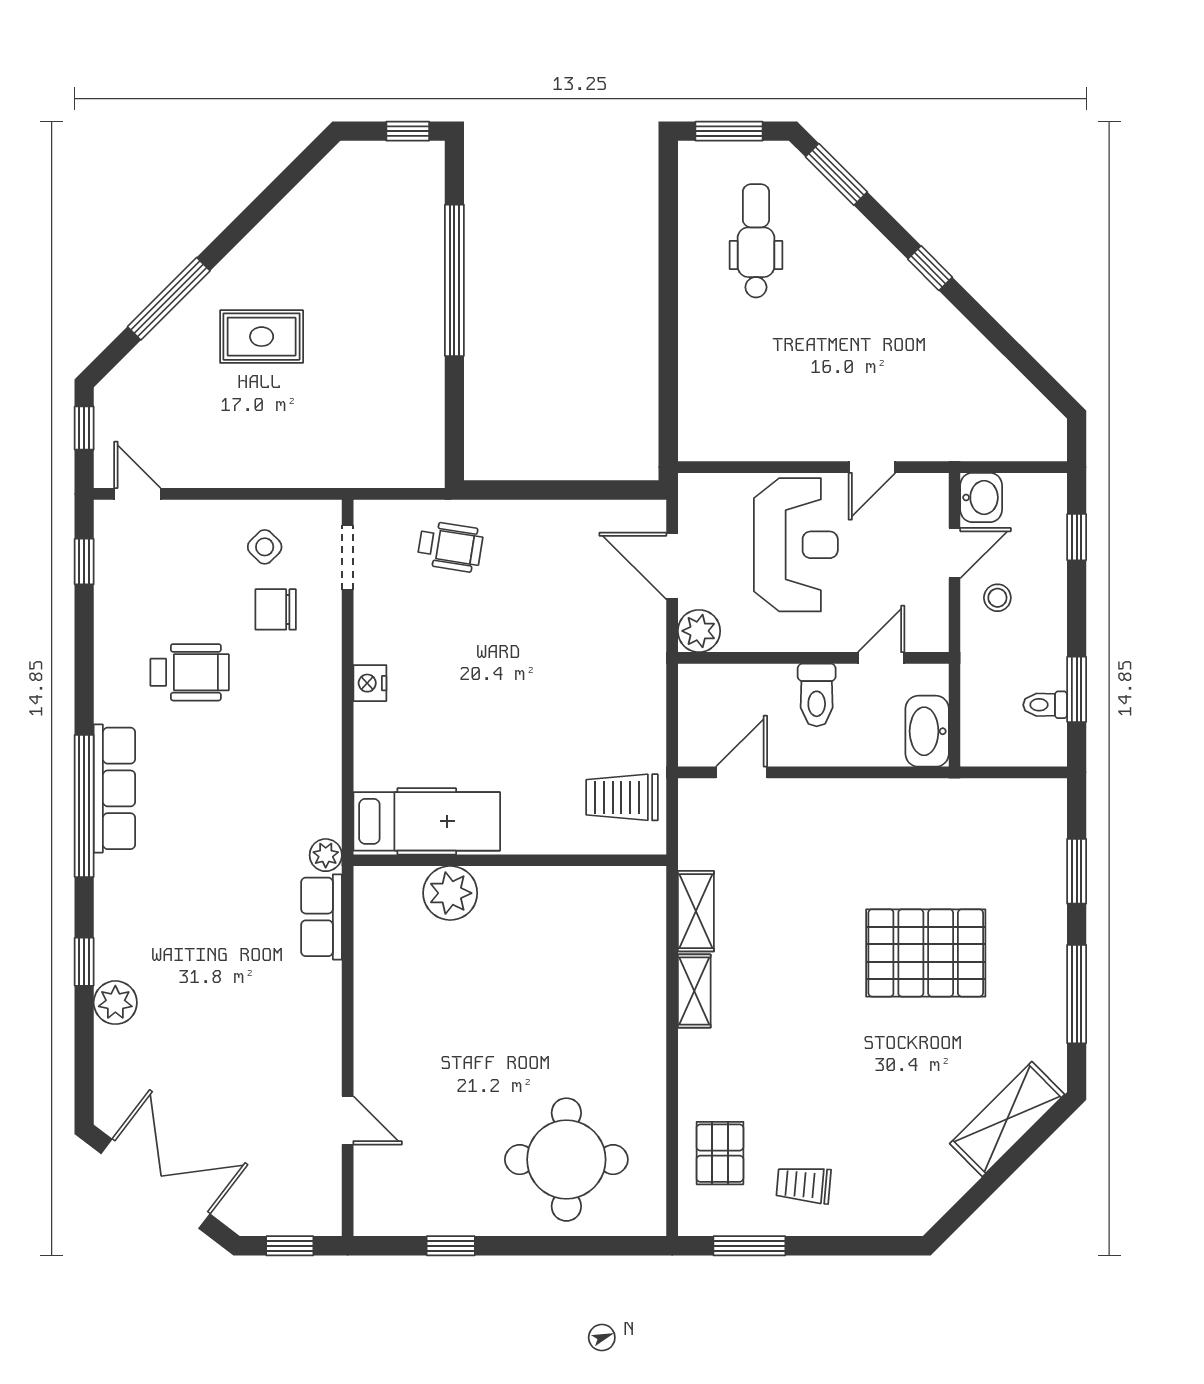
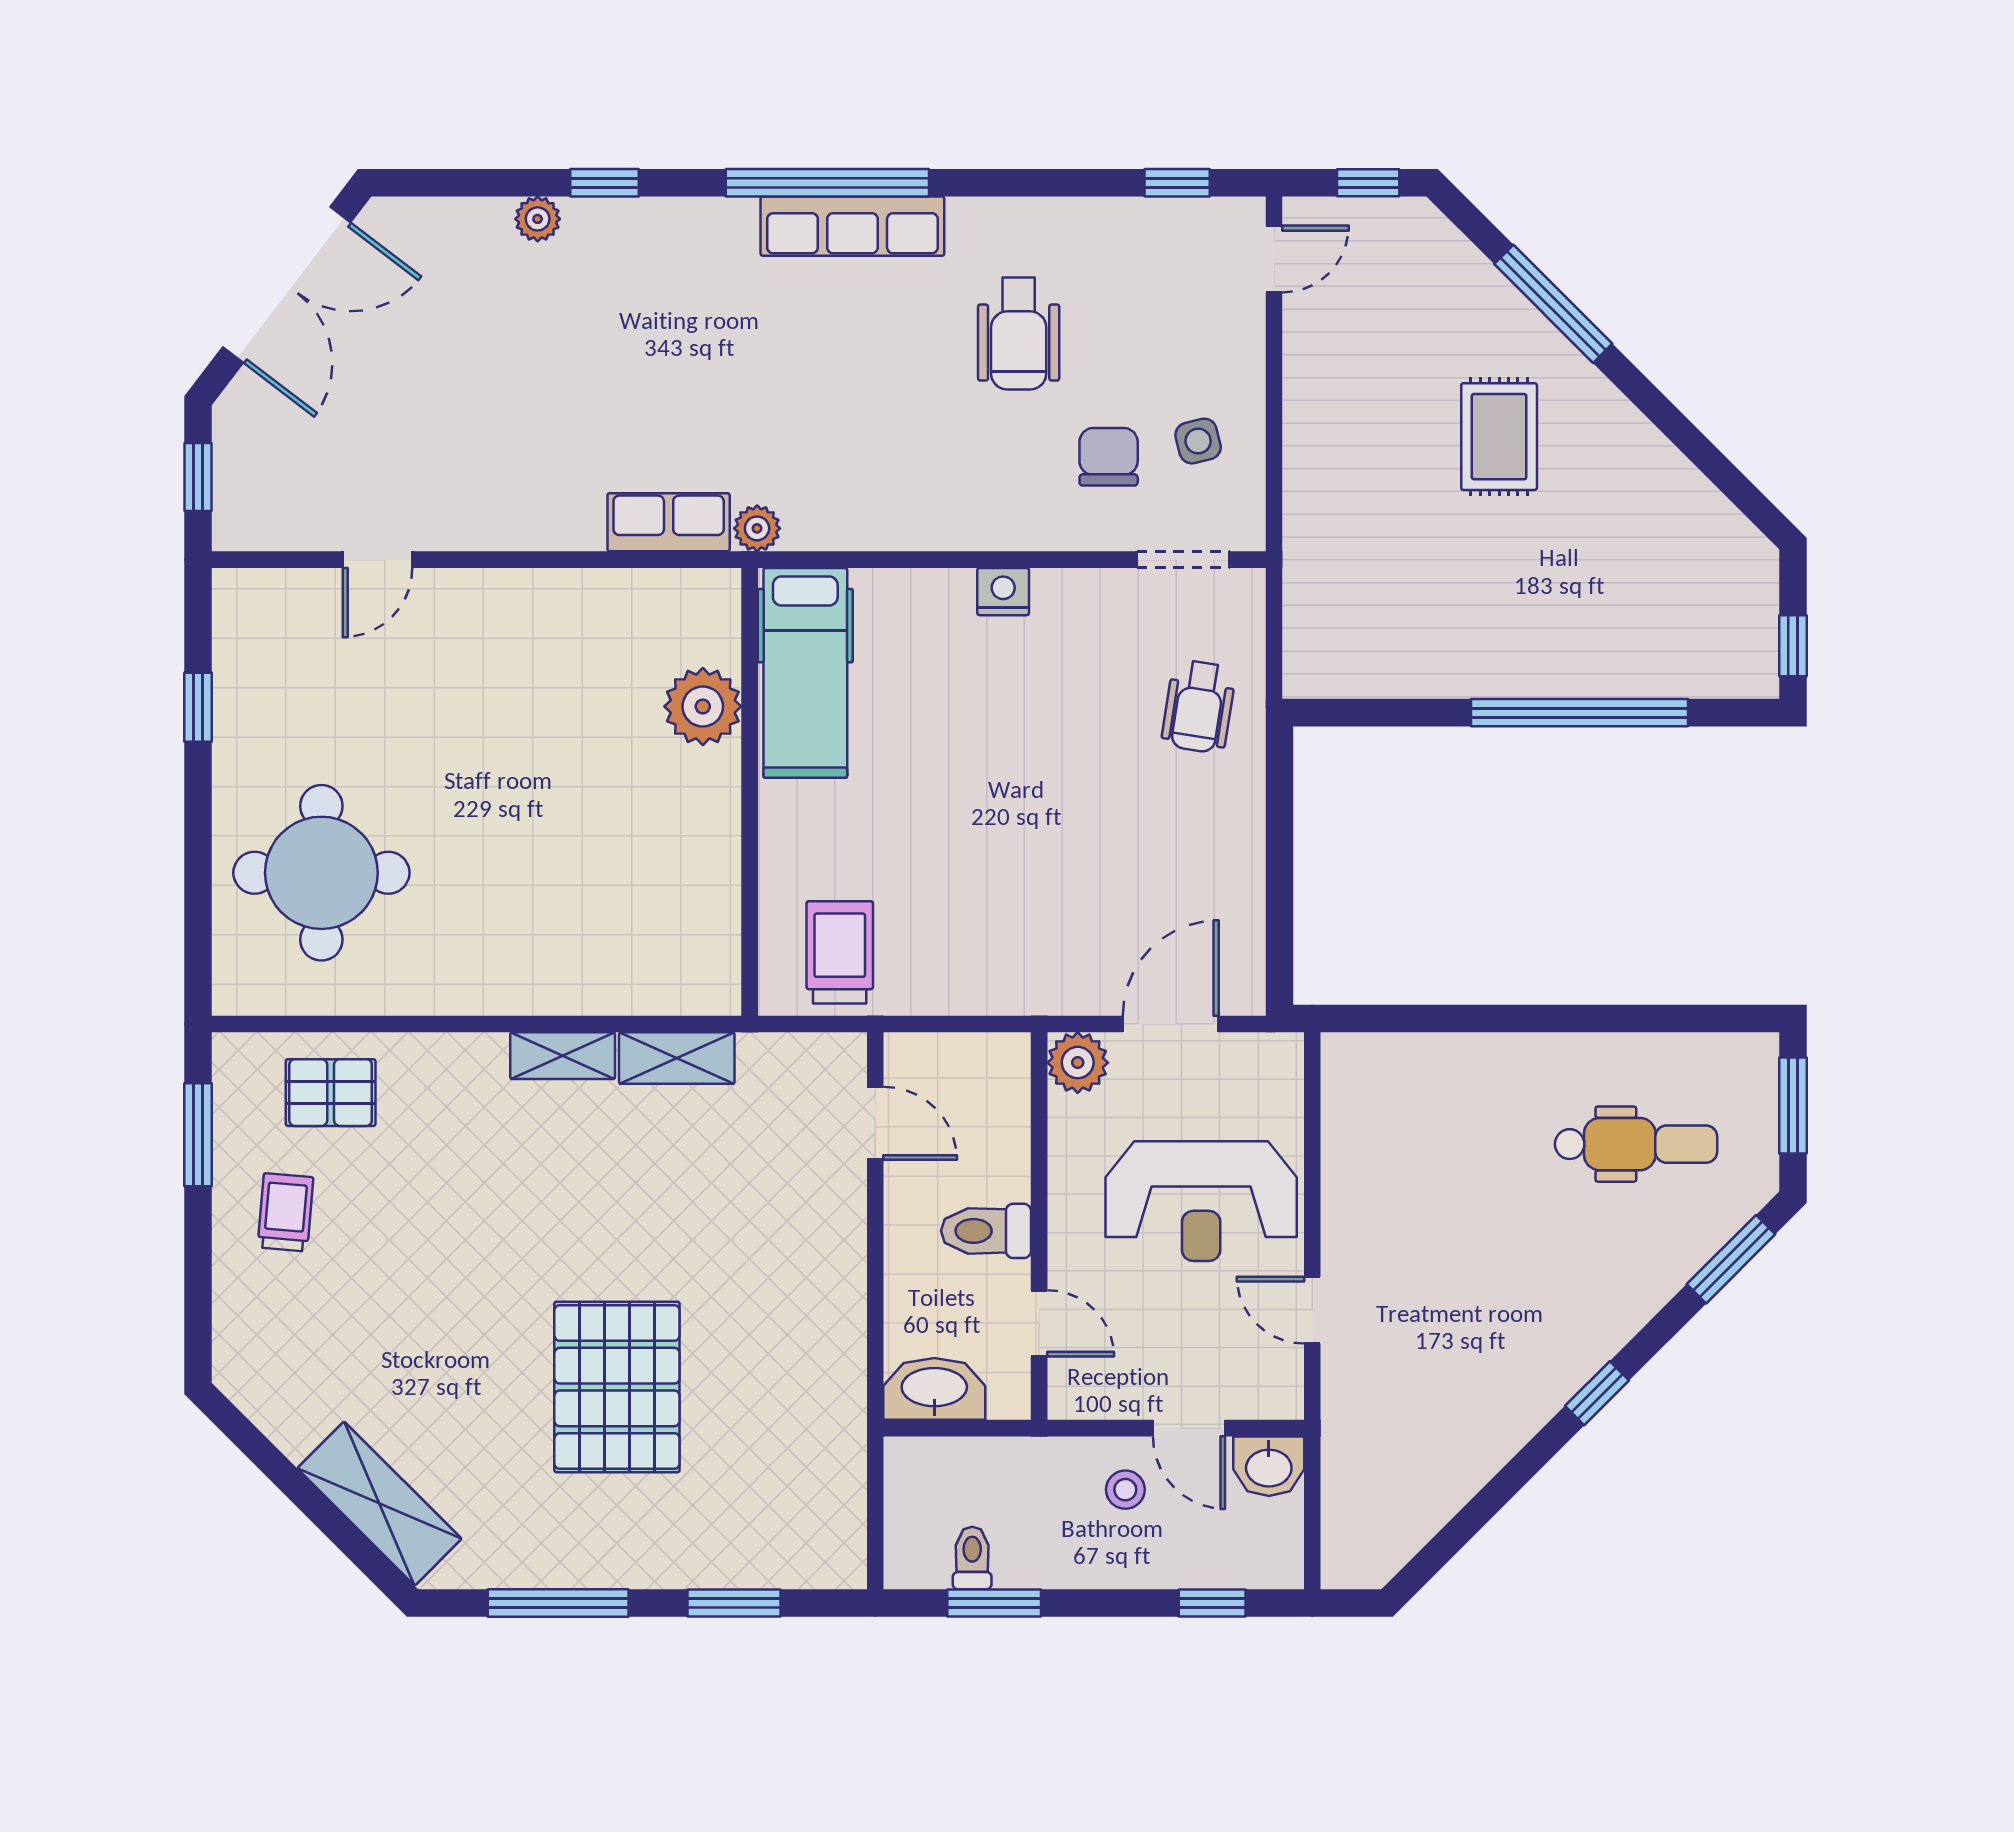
side table: (265, 547) -> (1198, 441), turned 31
plant: (115, 1003) -> (538, 219), width x0.73, depth x0.73

